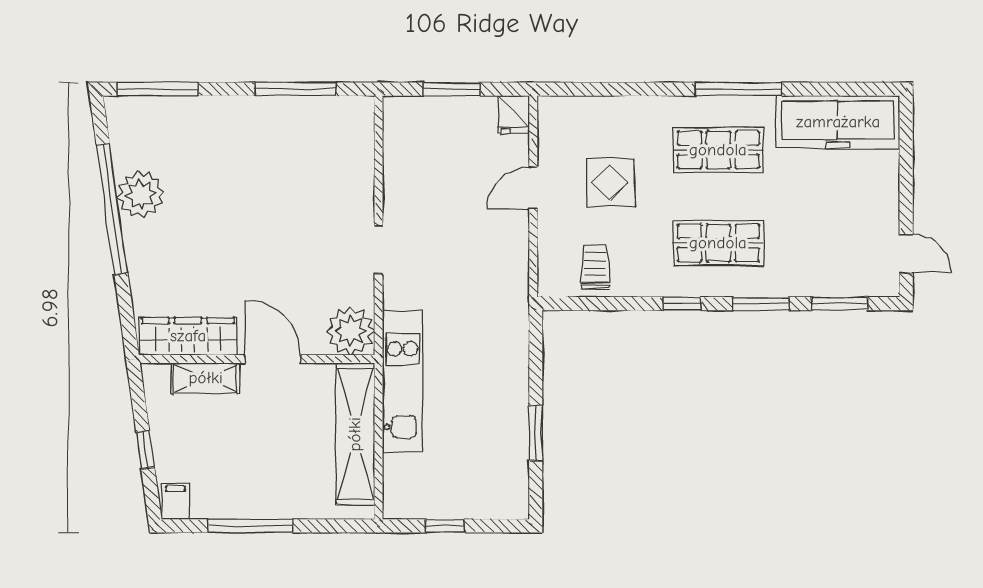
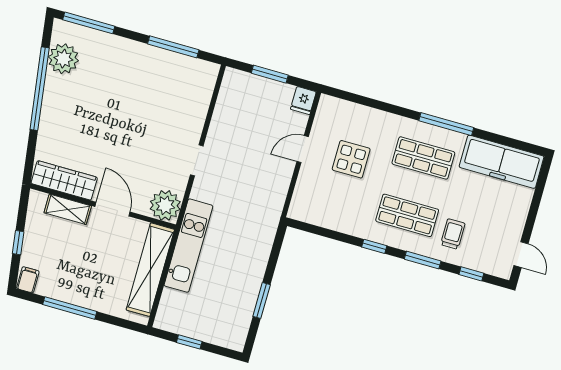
plant: (141, 195) -> (63, 59), moved
trolley: (595, 267) -> (453, 234), moved
window: (840, 304) -> (471, 274), width x0.67

